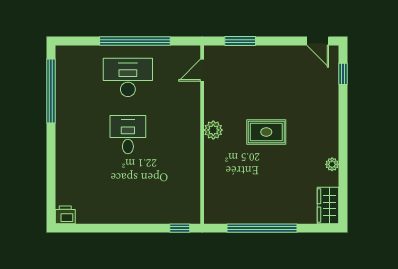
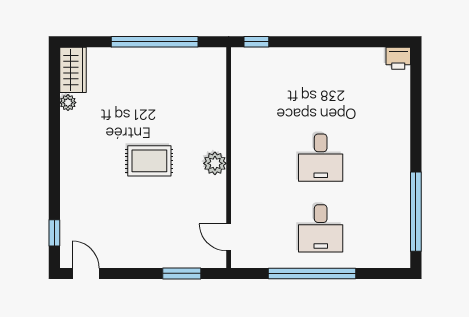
door: (202, 70) -> (229, 237), swing flipped
desk: (128, 77) -> (321, 228), width x0.73
plant: (332, 164) -> (68, 103), moved

